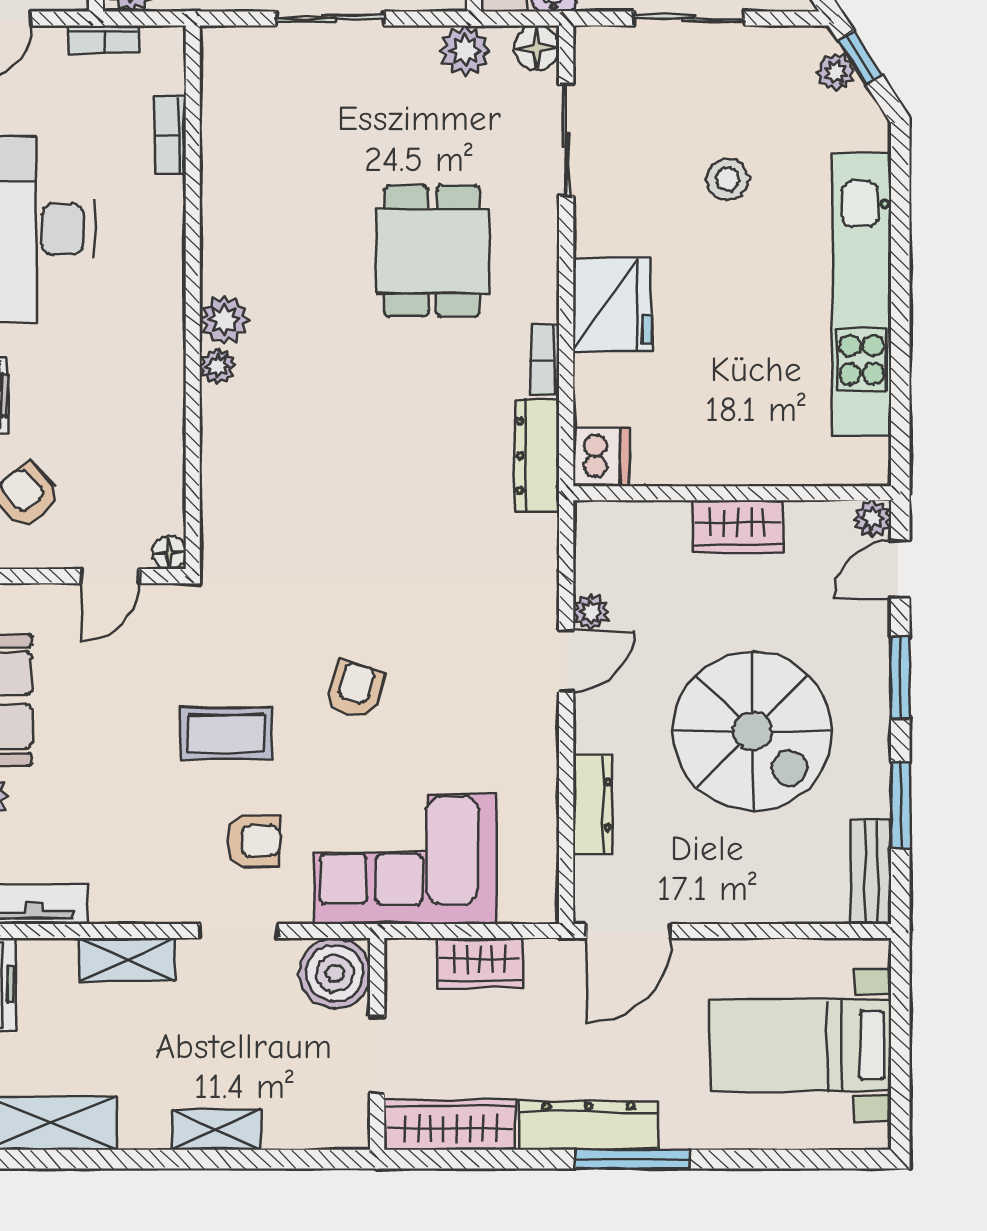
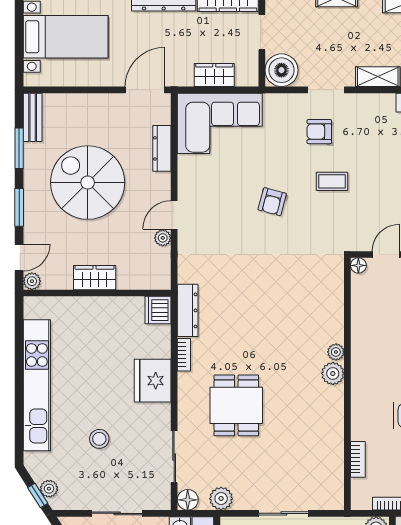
coffee table: (226, 734) -> (332, 181), width x0.73, depth x0.77
corner sofa: (405, 859) -> (220, 123), moved

